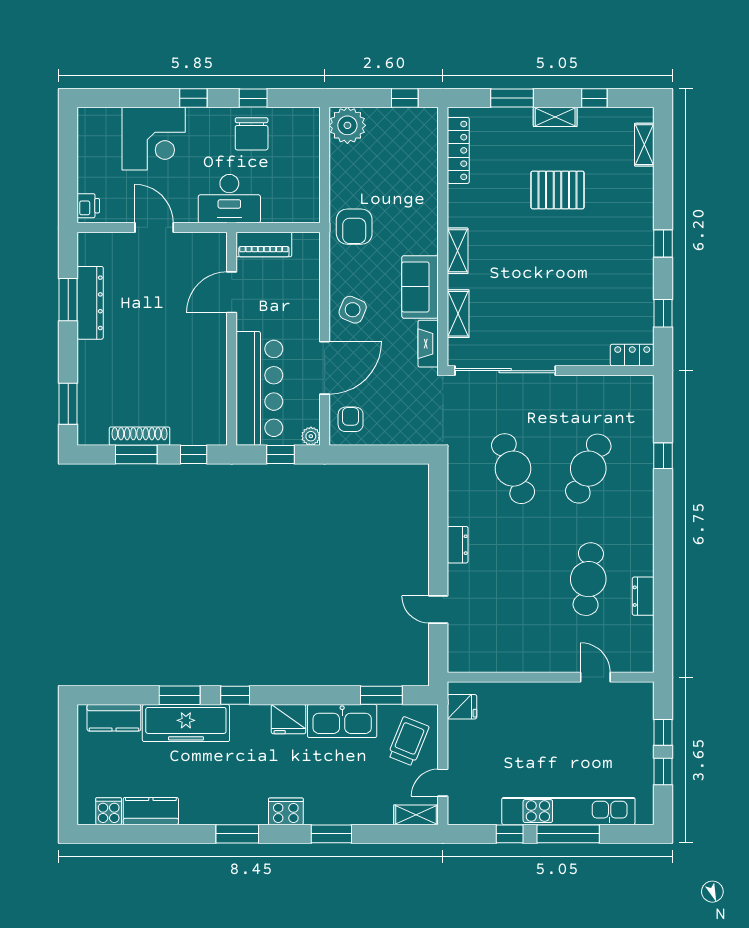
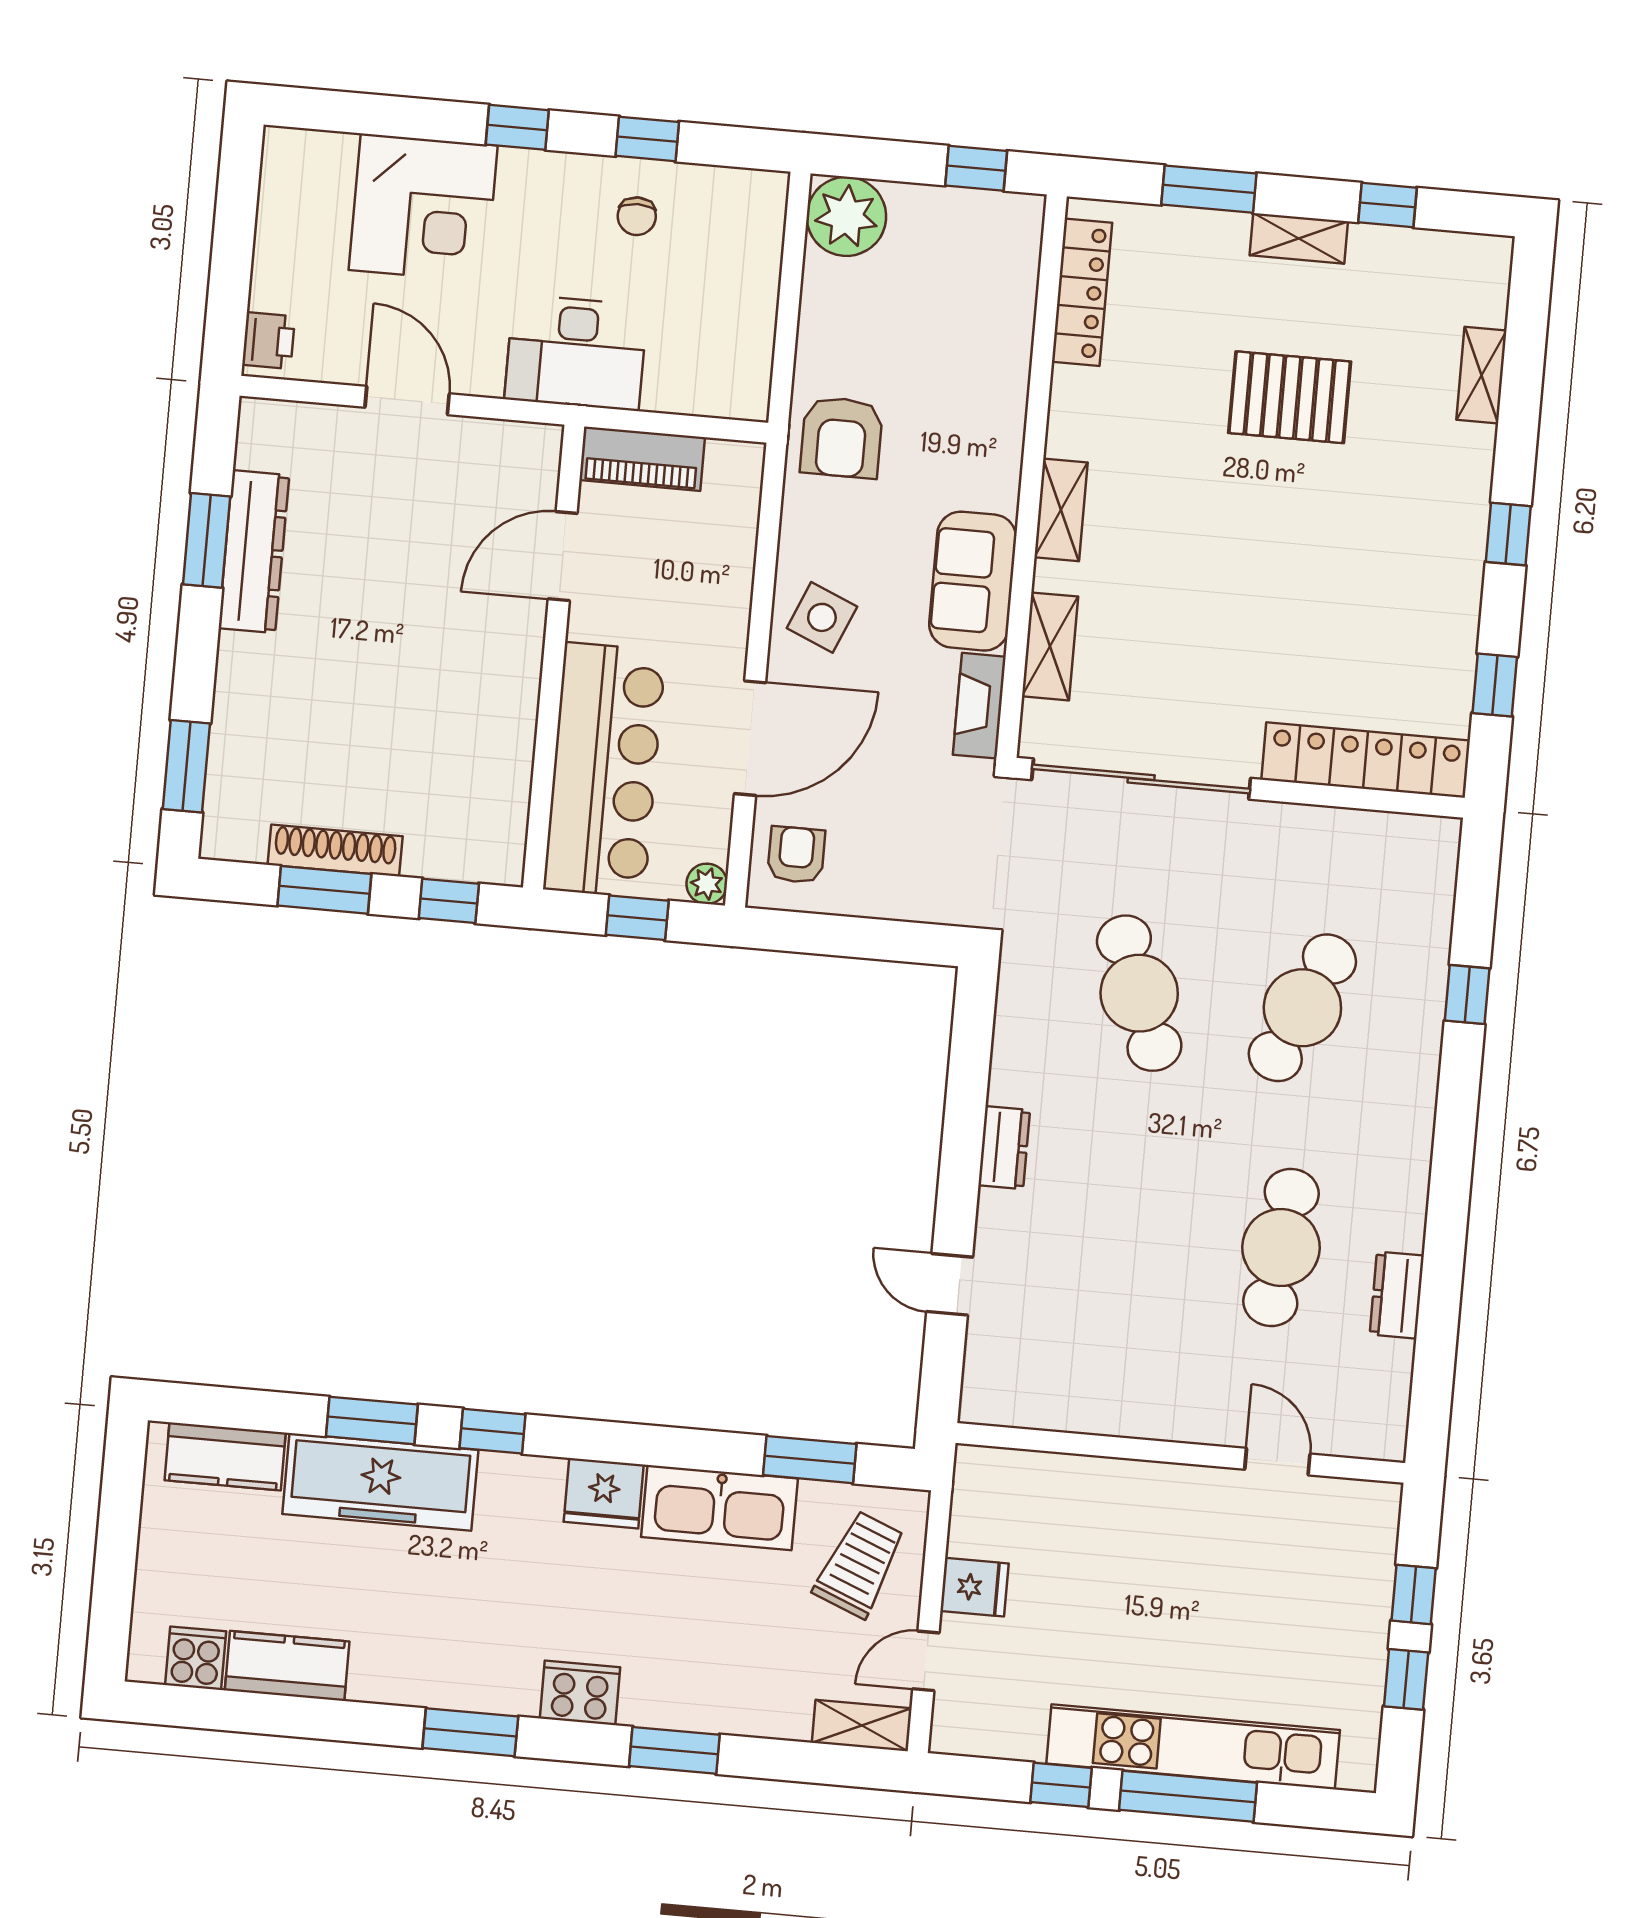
chair: (252, 134) -> (637, 216), width x0.54, depth x0.54
shelving: (644, 145) -> (1481, 375), moved
locker: (632, 355) -> (1366, 760), width x2.16, depth x1.21
fridge: (462, 707) -> (975, 1587), moved

